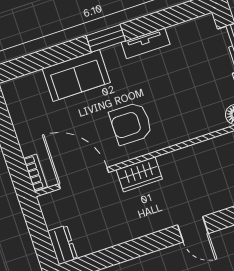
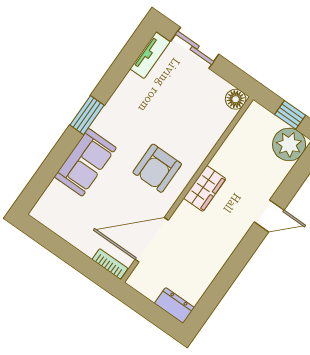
tv unit: (146, 43) -> (150, 55), moved
wardrobe: (139, 174) -> (205, 188), moved

